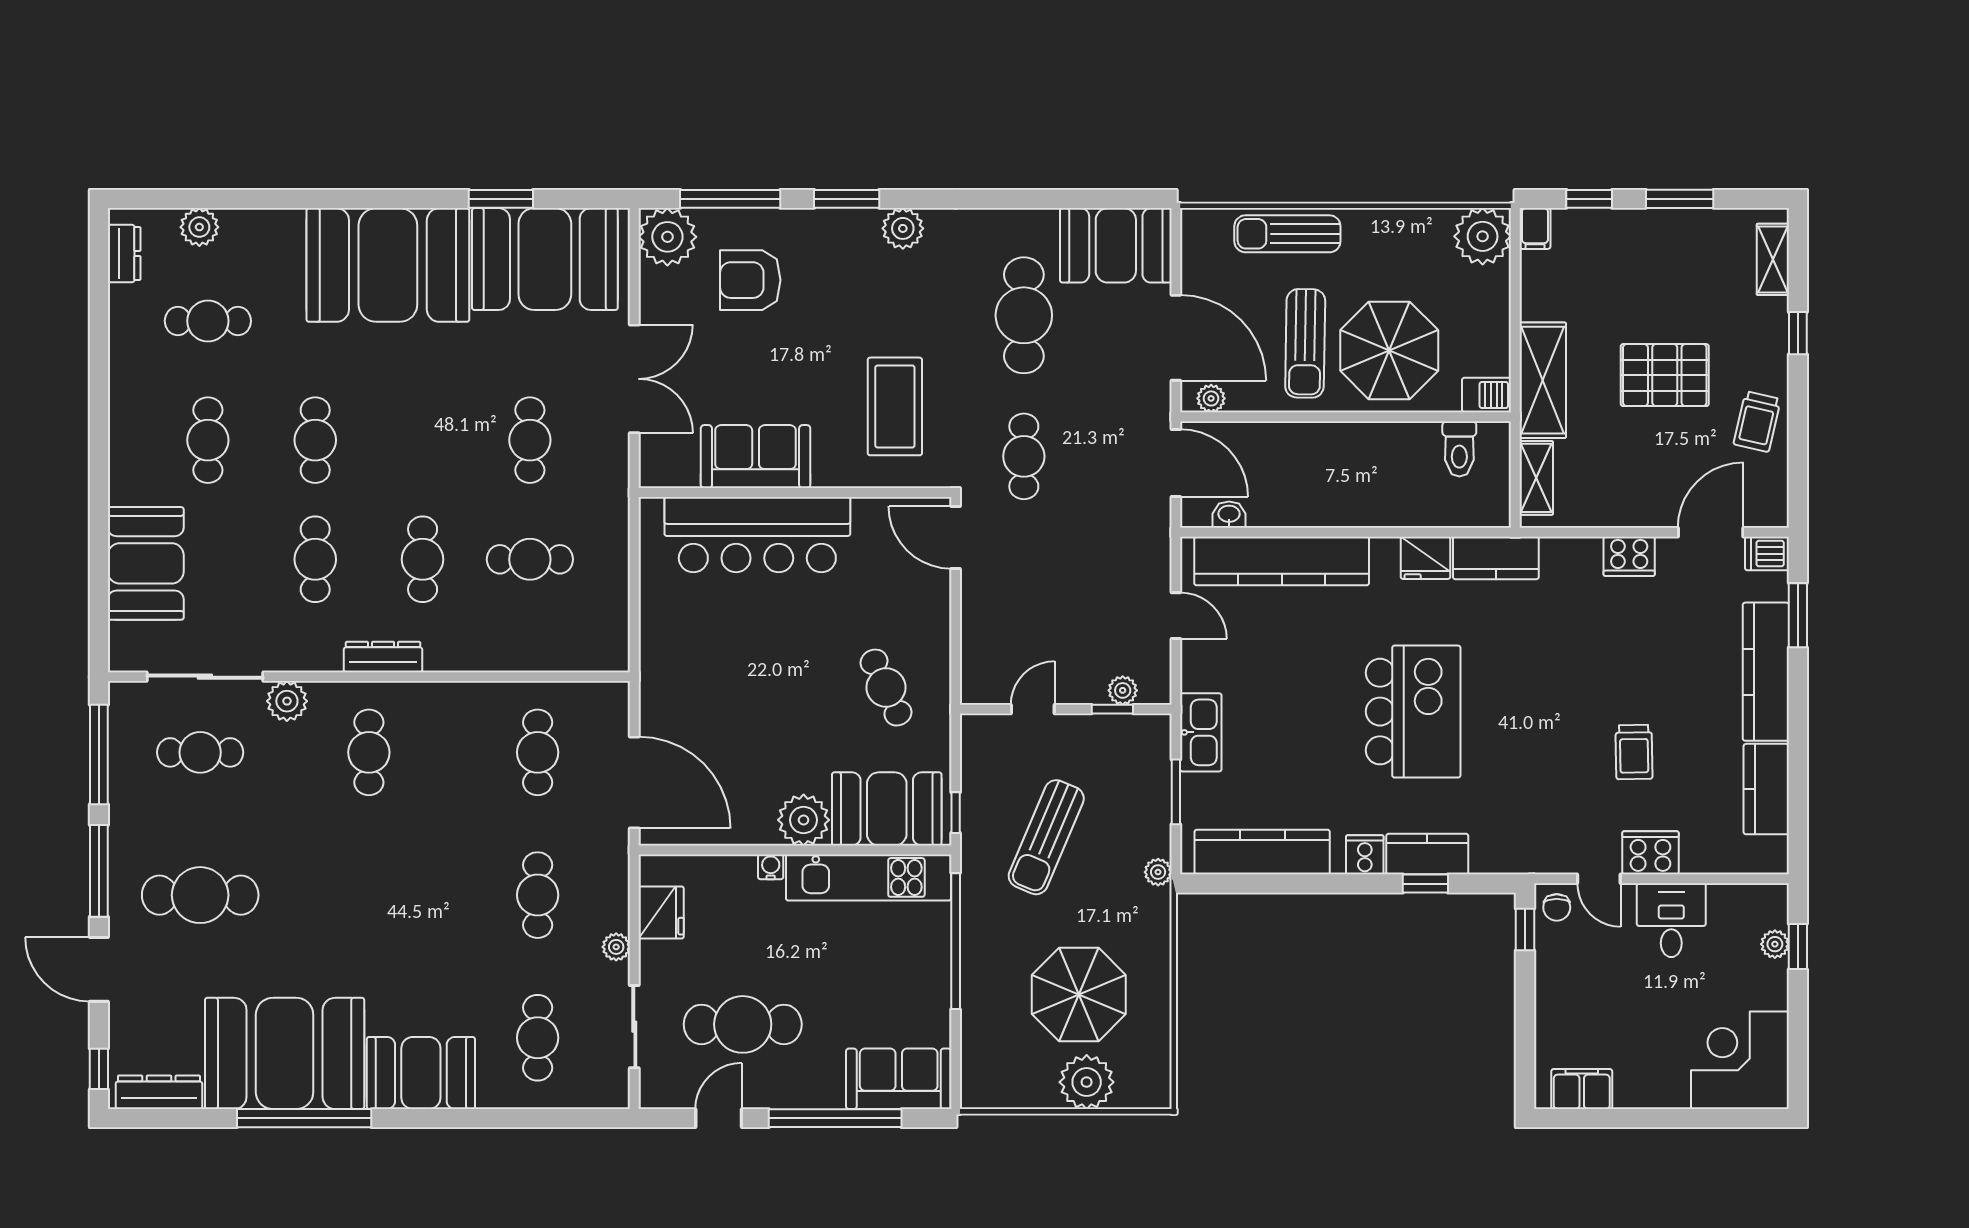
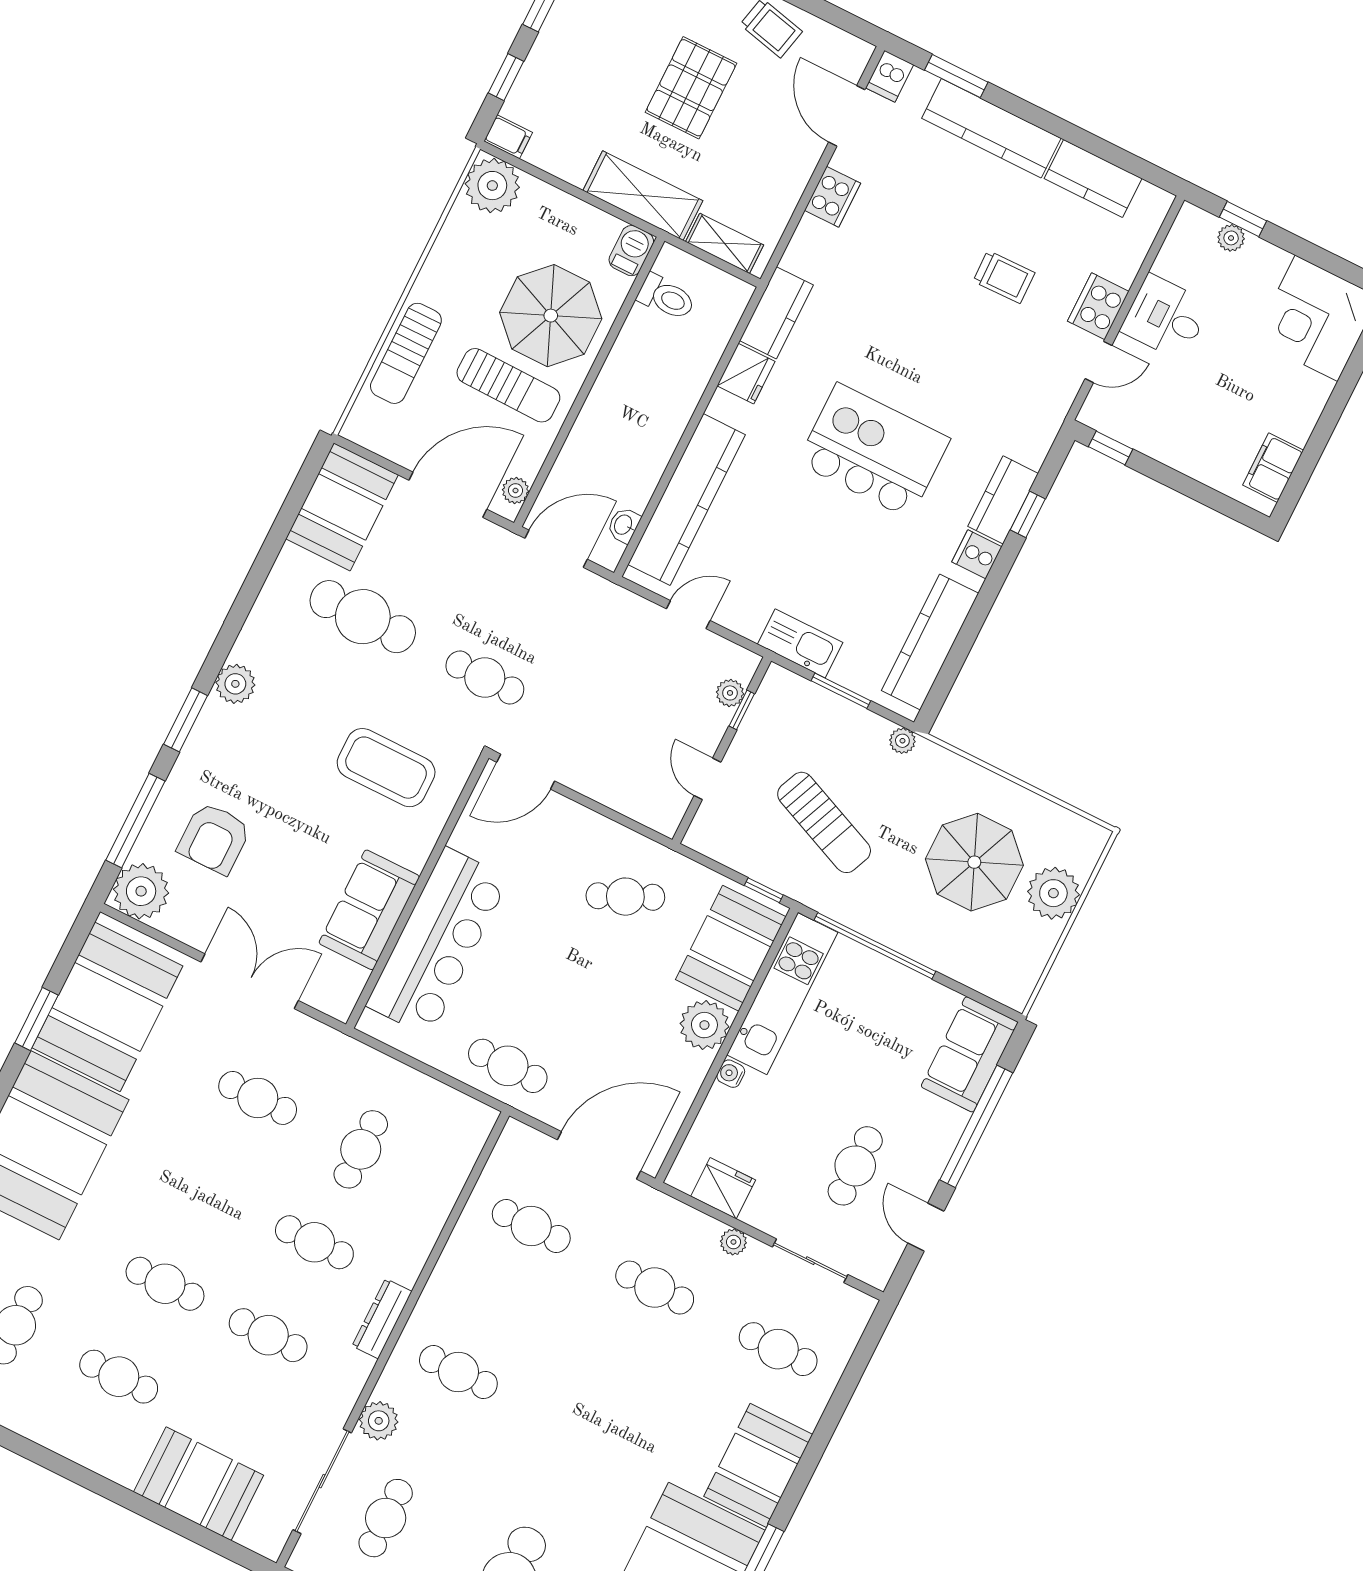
cafe table: (675, 657) -> (508, 1066), added
chair: (1557, 907) -> (1105, 411), removed
cafe table: (743, 1024) -> (855, 1166), width x0.73, depth x0.74

